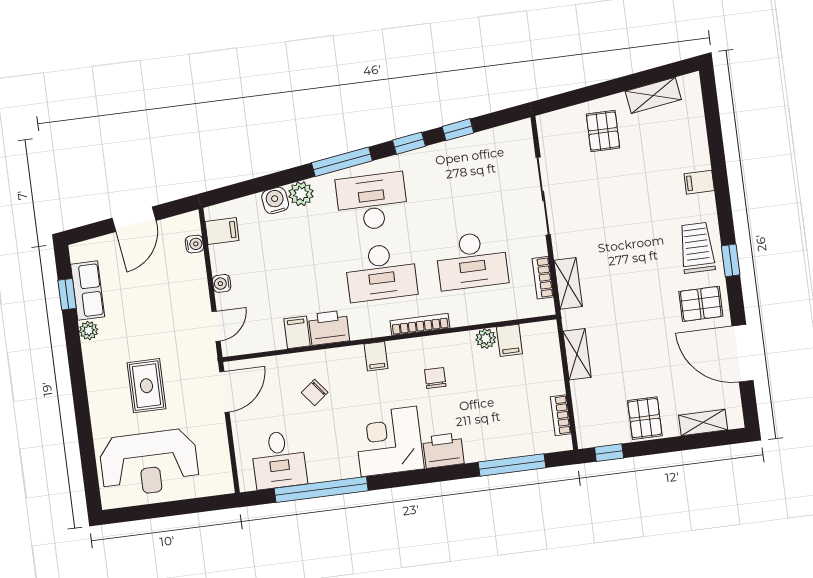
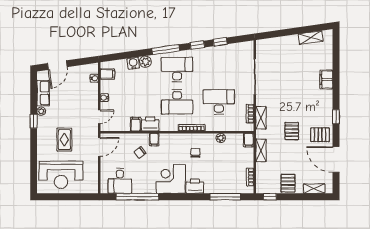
pallet: (603, 131) -> (292, 131), moved
filing cabinet: (699, 182) -> (326, 80), width x2.00
door: (134, 219) -> (57, 65), moved
trolley: (697, 248) -> (321, 109), removed
desk: (472, 261) -> (219, 102), turned 180
window: (67, 294) -> (34, 121), moved
filing cabinet: (509, 340) -> (249, 140), moved
filing cabinet: (376, 356) -> (154, 140), moved

